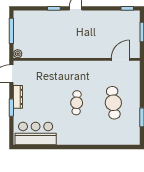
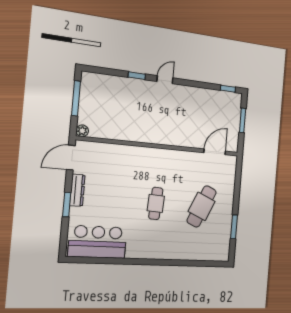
cafe table: (113, 103) -> (202, 206), turned 30

